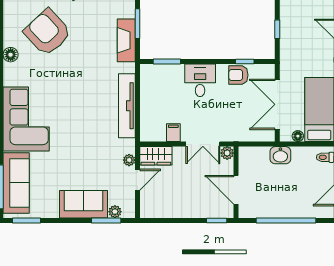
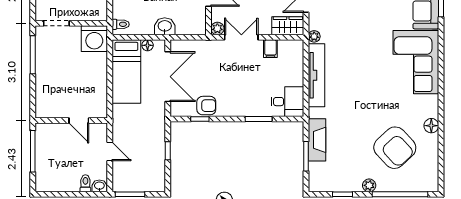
window: (167, 61) -> (259, 119), moved
desk: (200, 80) -> (287, 102), moved, turned -90
plant: (129, 160) -> (314, 36), moved

